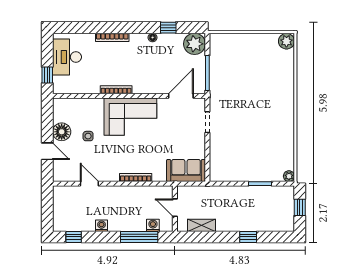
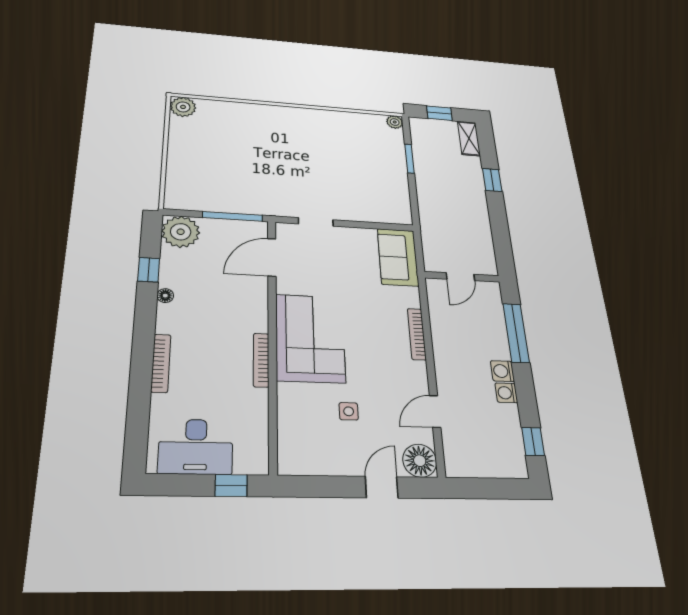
door: (181, 96) -> (272, 257), hinge flipped
floor lamp: (62, 132) -> (420, 461), moved
washing machine: (153, 225) -> (502, 371), moved
shelving: (201, 225) -> (469, 138), moved

